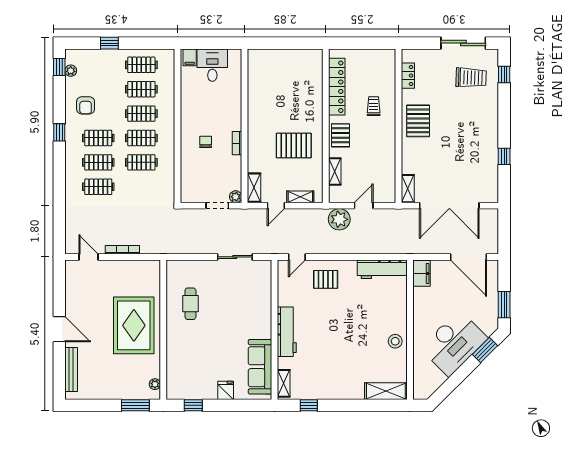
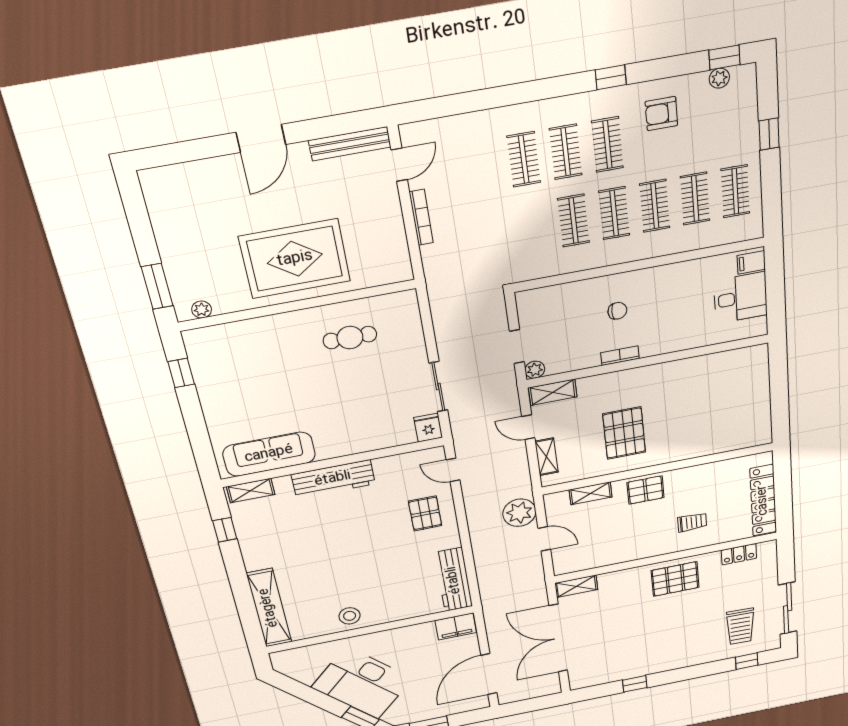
locker: (337, 87) -> (763, 500), moved, turned 90
bench: (71, 369) -> (350, 144), moved
fridge: (226, 390) -> (428, 428), moved, turned -90
shelving: (386, 391) -> (269, 608), width x1.47

